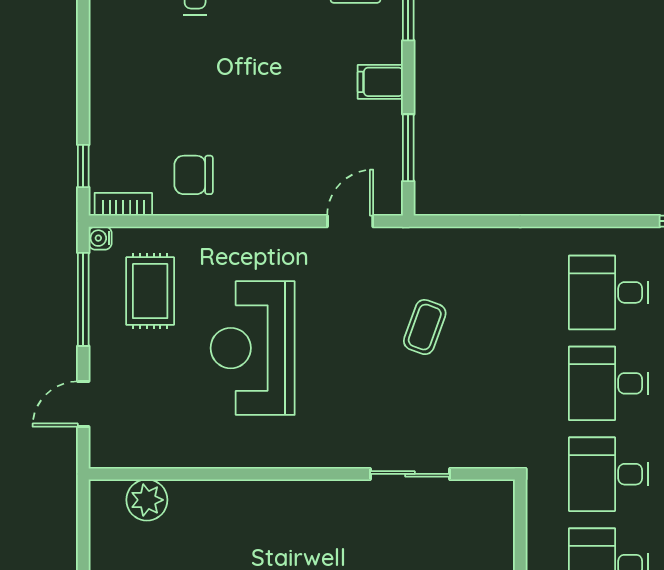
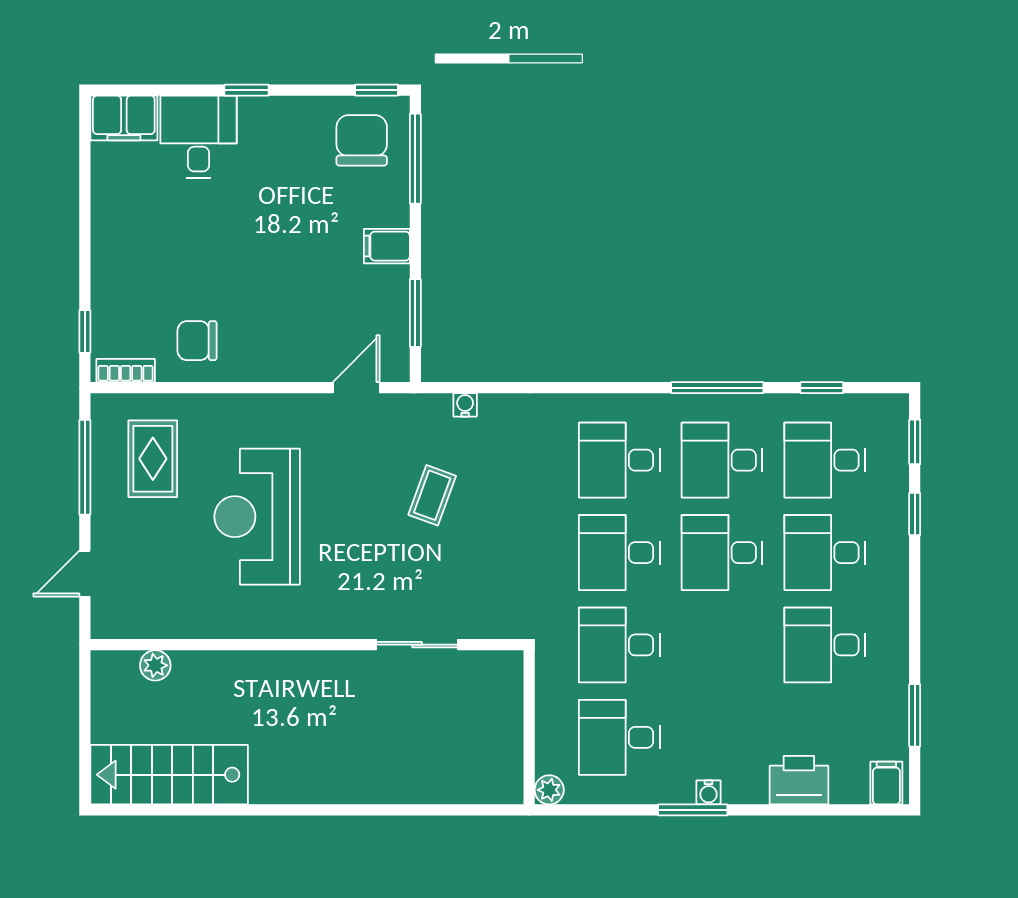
water cooler: (100, 238) -> (465, 405), moved, turned 90
plant: (147, 500) -> (155, 665), width x0.73, depth x0.73

